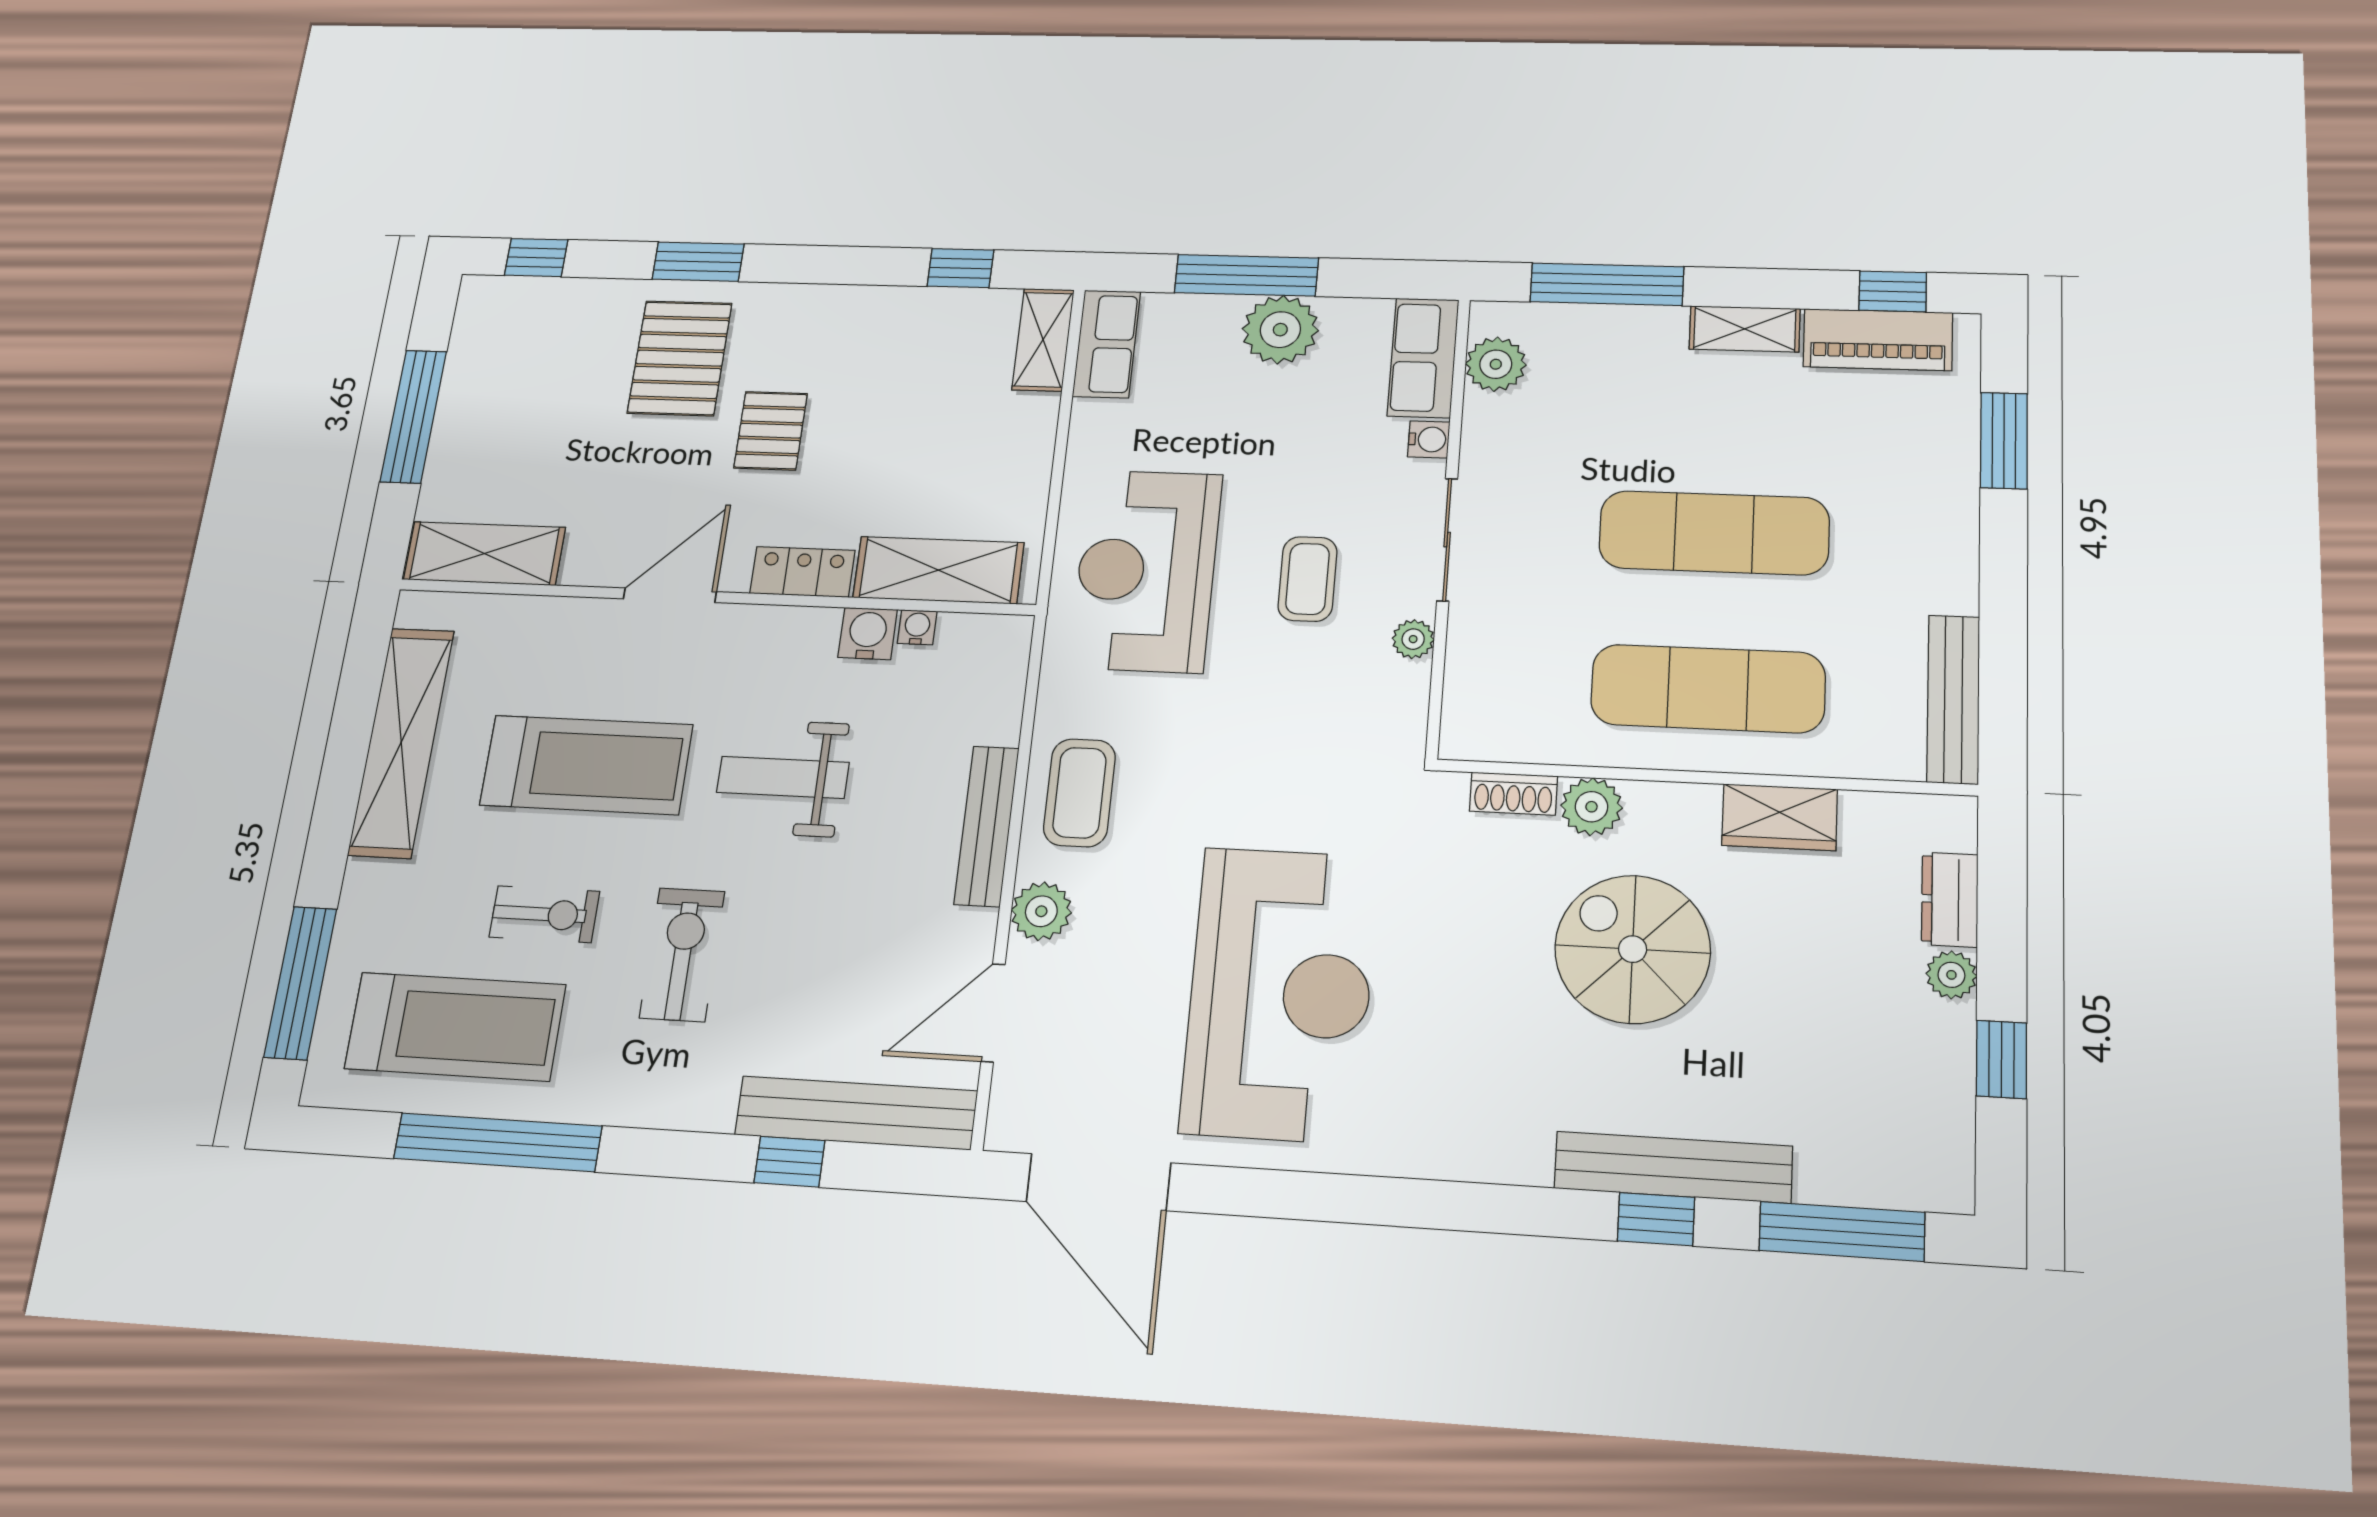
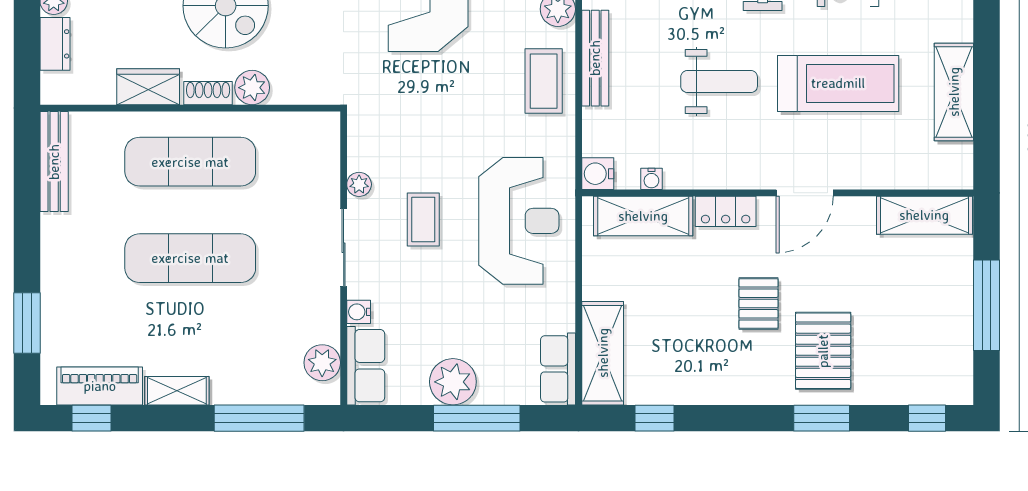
shelving: (1043, 340) -> (603, 353), width x1.50, depth x1.33
water cooler: (868, 634) -> (598, 174), moved, turned 90
shelving: (401, 742) -> (954, 92), width x0.68
treadmill: (586, 765) -> (838, 83), turned 180
shoe rack: (1513, 794) -> (208, 93), moved

